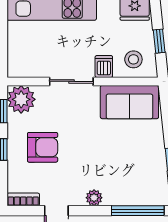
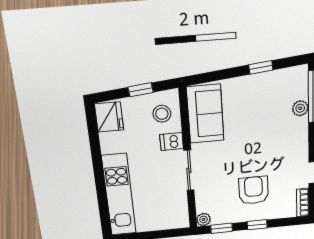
plant: (21, 99) -> (204, 219), width x0.53, depth x0.53
plant: (94, 198) -> (300, 108), moved

